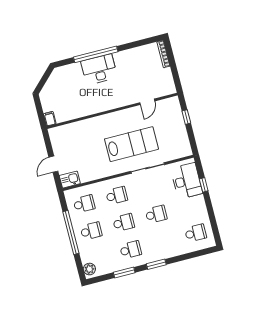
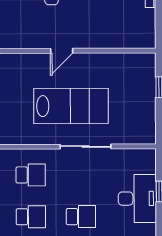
door: (147, 102) -> (62, 51), moved
desk: (187, 181) -> (137, 198), moved

